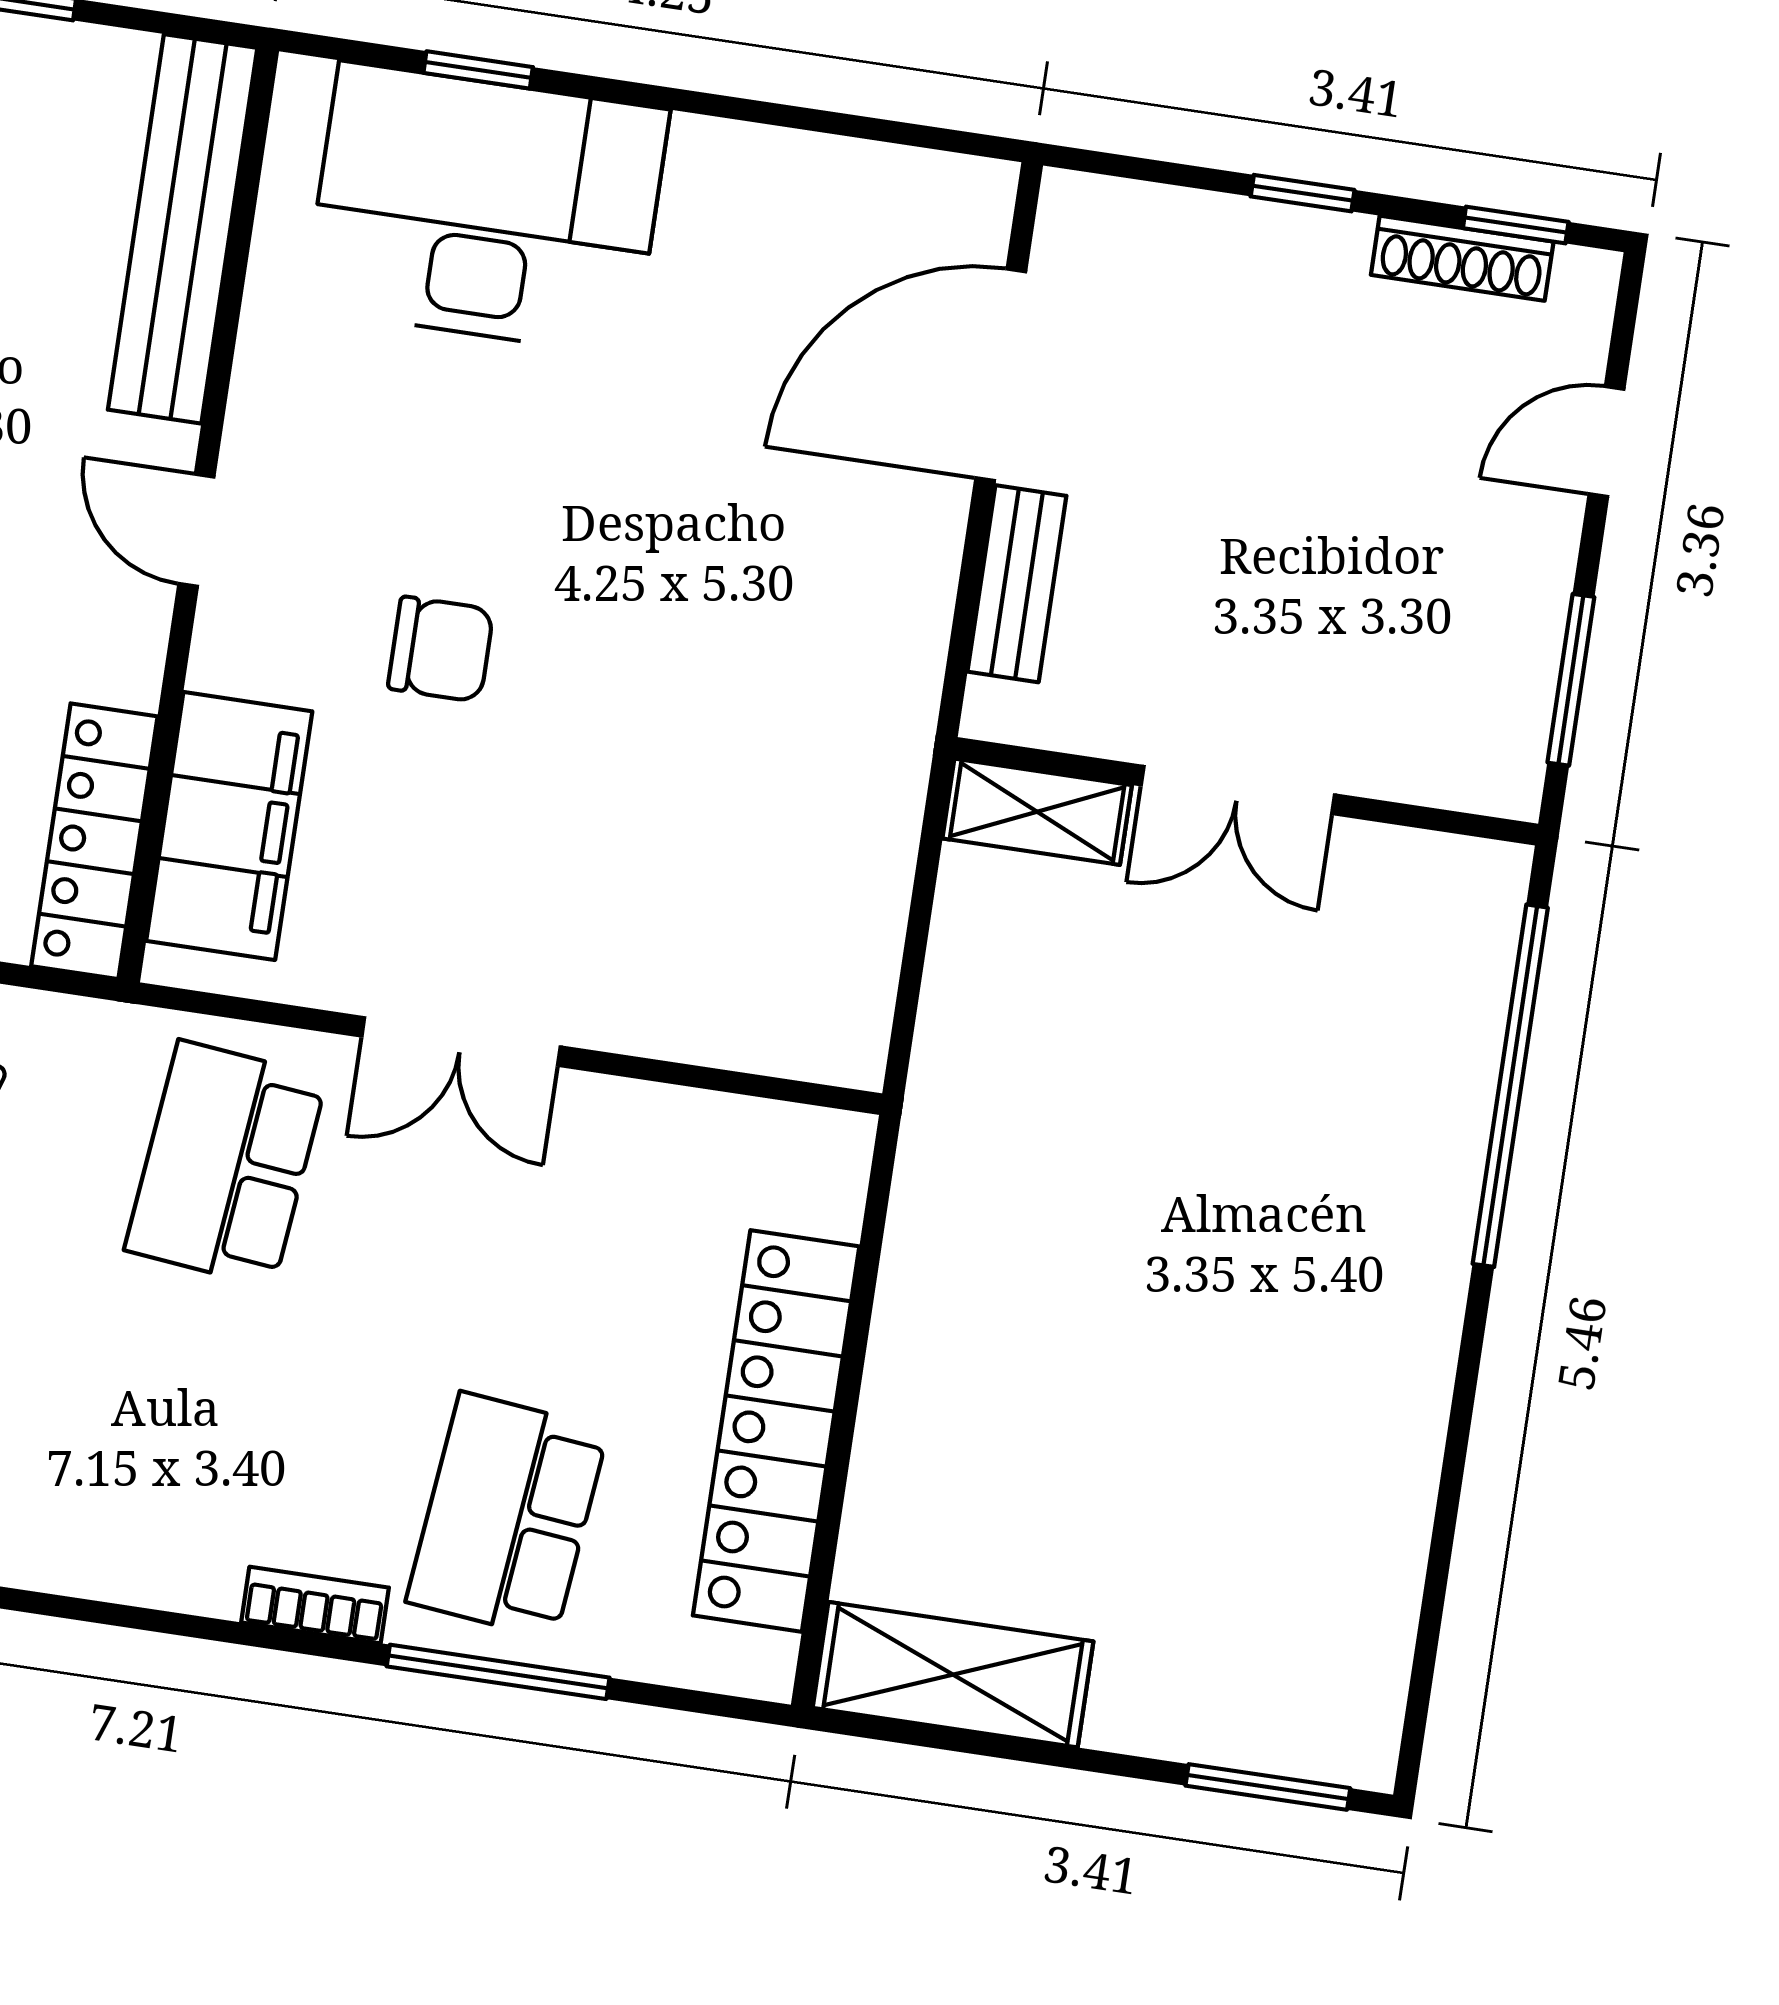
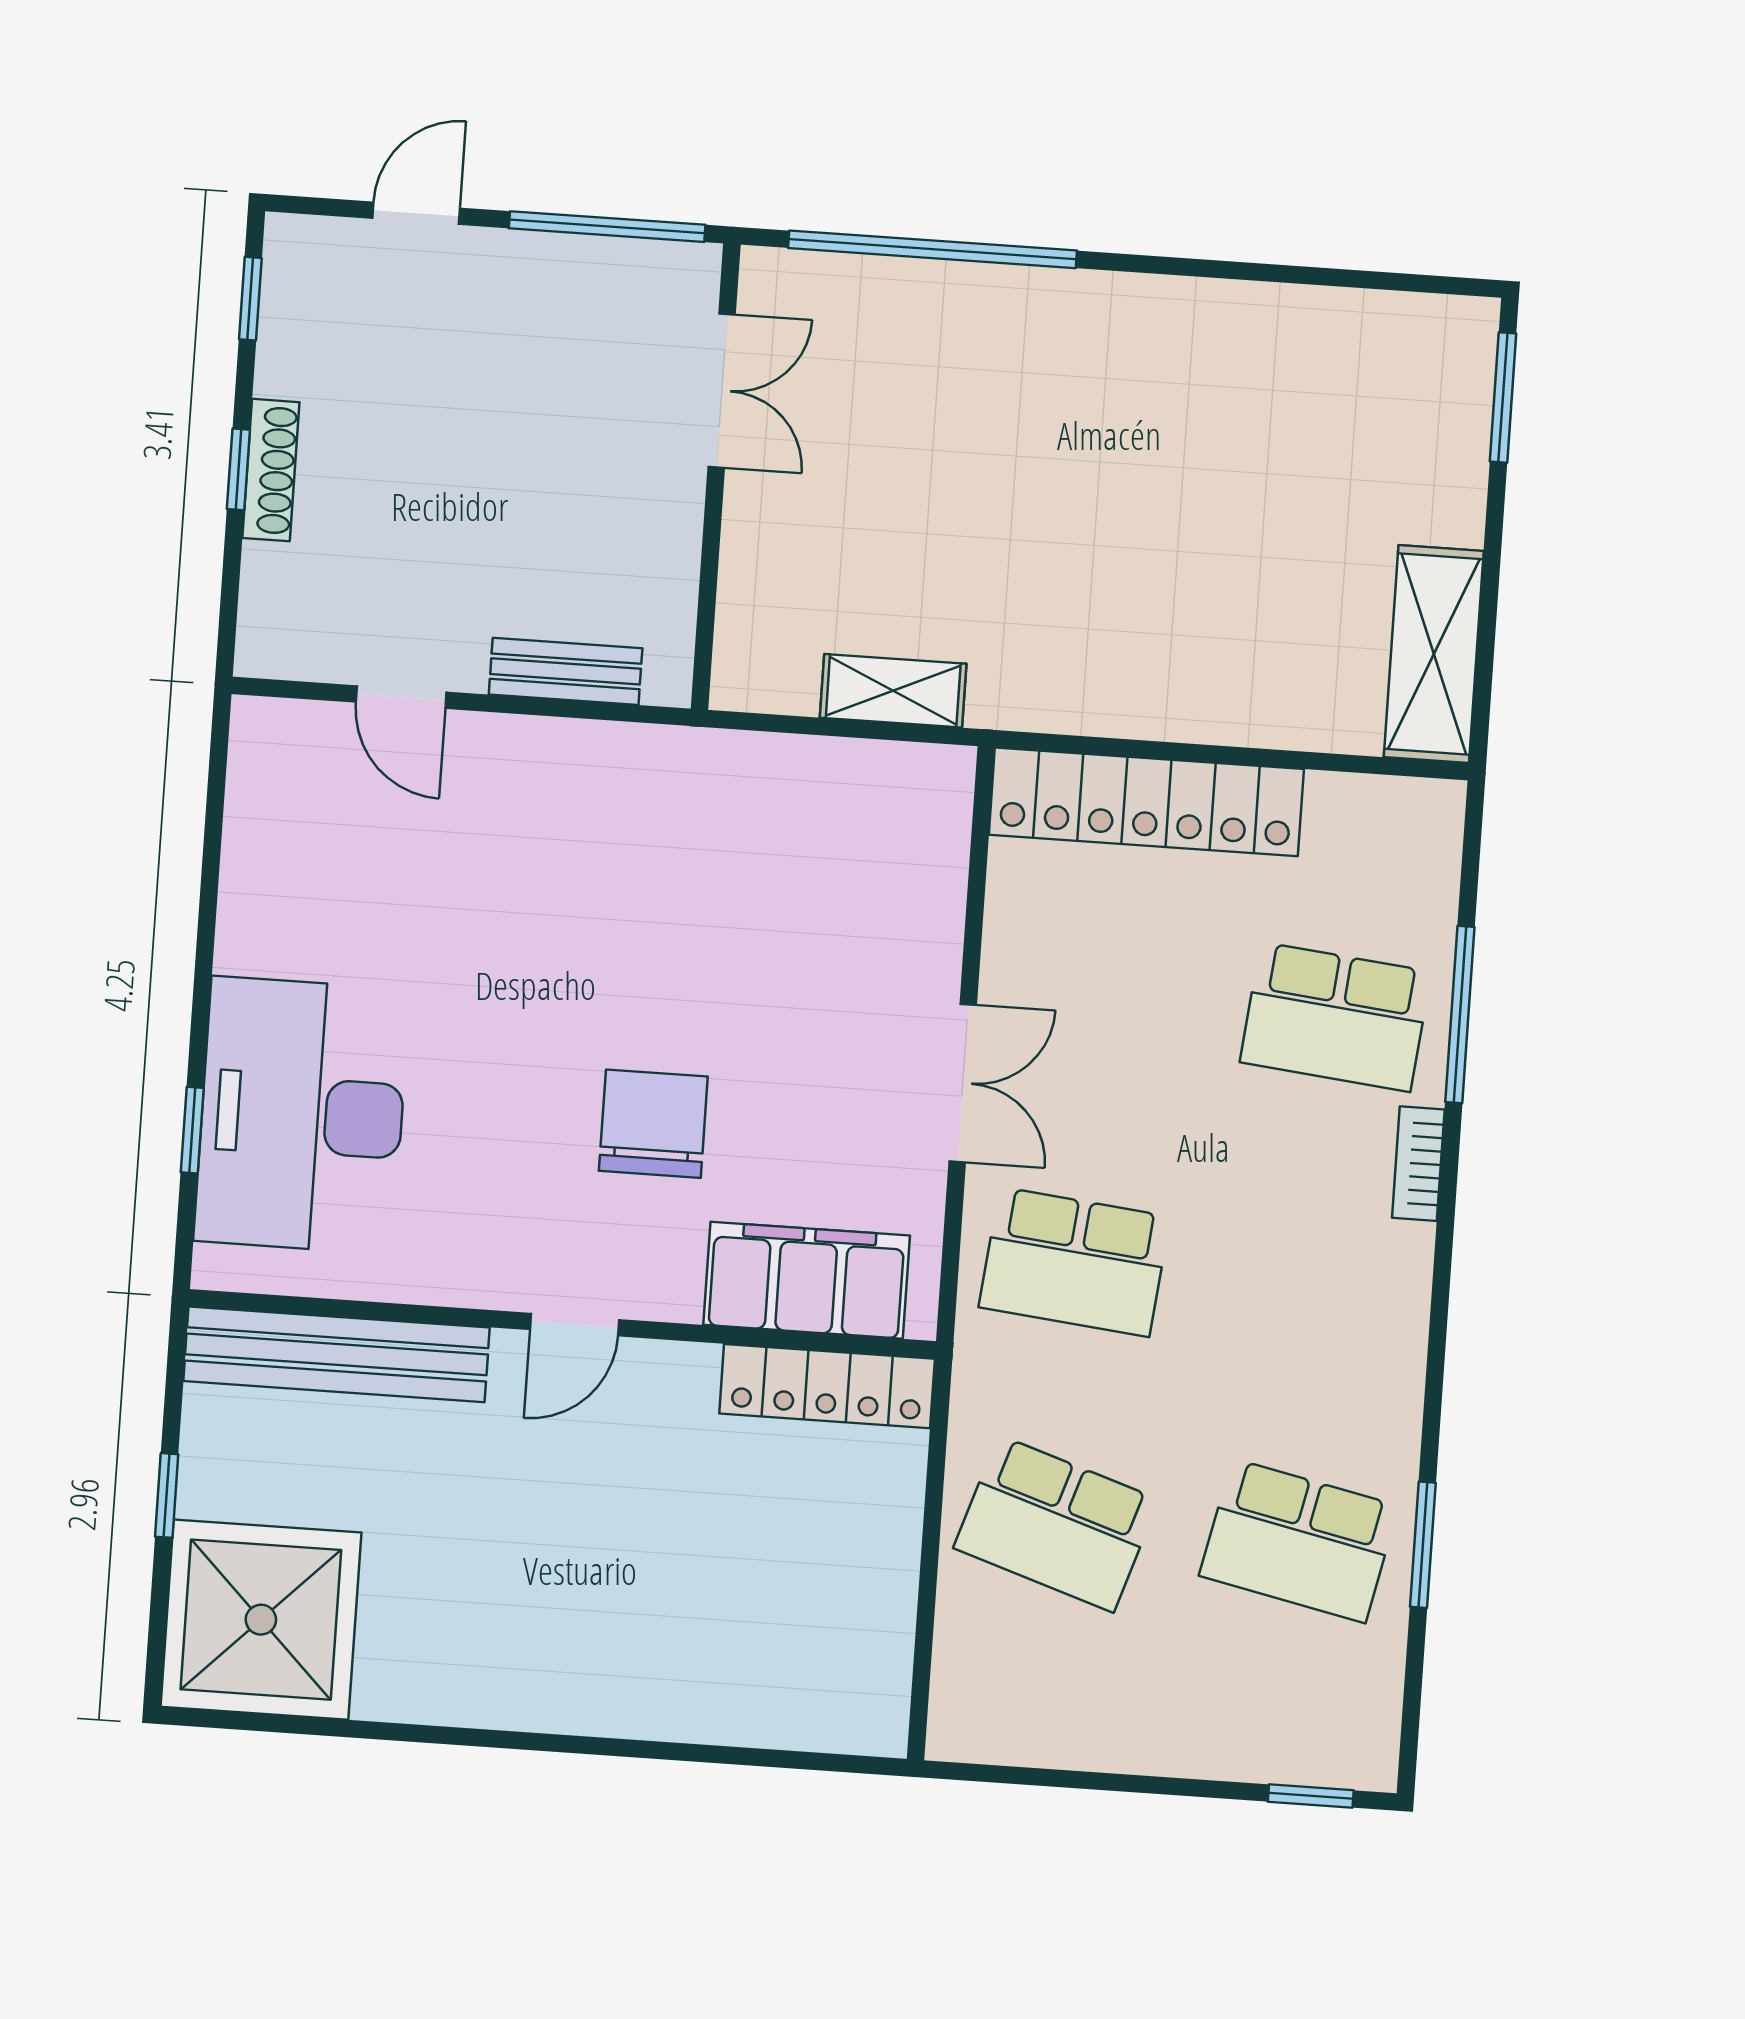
shoe rack: (1462, 258) -> (271, 470), moved
door: (1001, 375) -> (401, 697), width x0.53
door: (1606, 442) -> (416, 213), swing flipped
chair: (441, 649) -> (653, 1124), width x1.37, depth x1.37
window: (1571, 680) -> (607, 227), width x1.44
double door: (1238, 790) -> (722, 391), moved
shelving: (1037, 812) -> (893, 691), moved, turned 90
locker: (776, 1431) -> (1146, 802), moved

